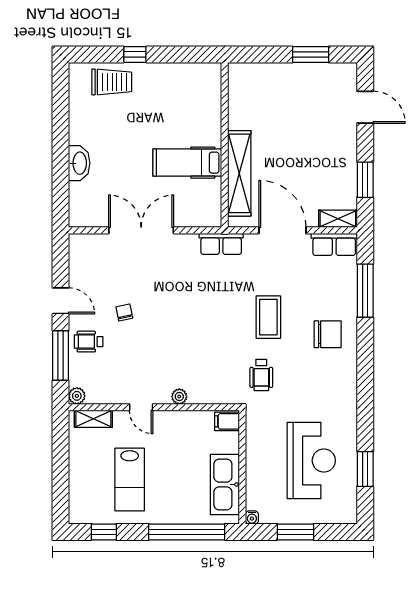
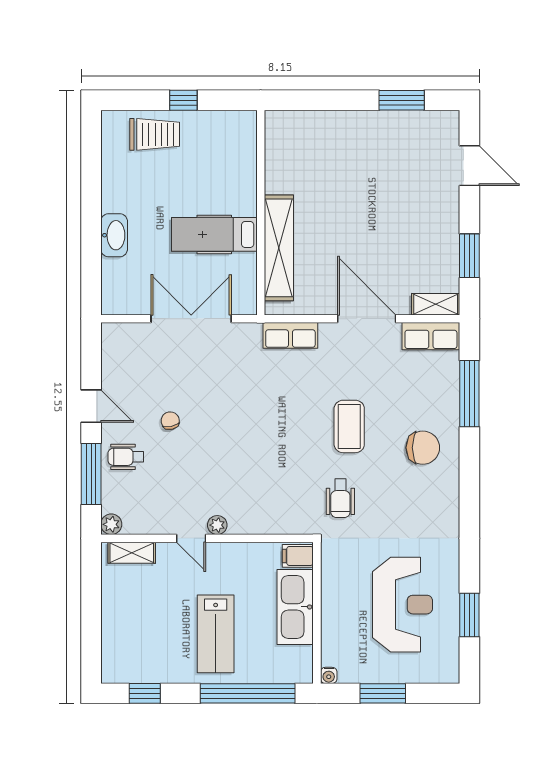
wall: (225, 145) -> (261, 213), moved
hospital bed: (187, 163) -> (214, 234), moved
shelving: (239, 173) -> (279, 248), moved
plant: (179, 397) -> (217, 525), moved
lab bench: (130, 480) -> (216, 634), moved
kitchen sink: (225, 484) -> (295, 607), moved

